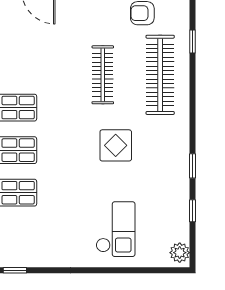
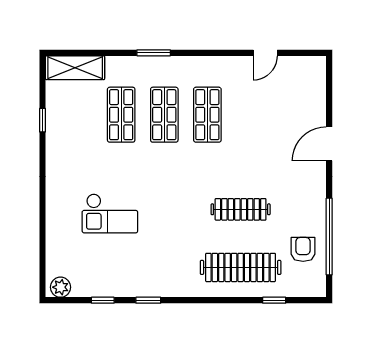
display table: (116, 145) -> (169, 222), removed
checkout: (116, 229) -> (110, 213), moved

